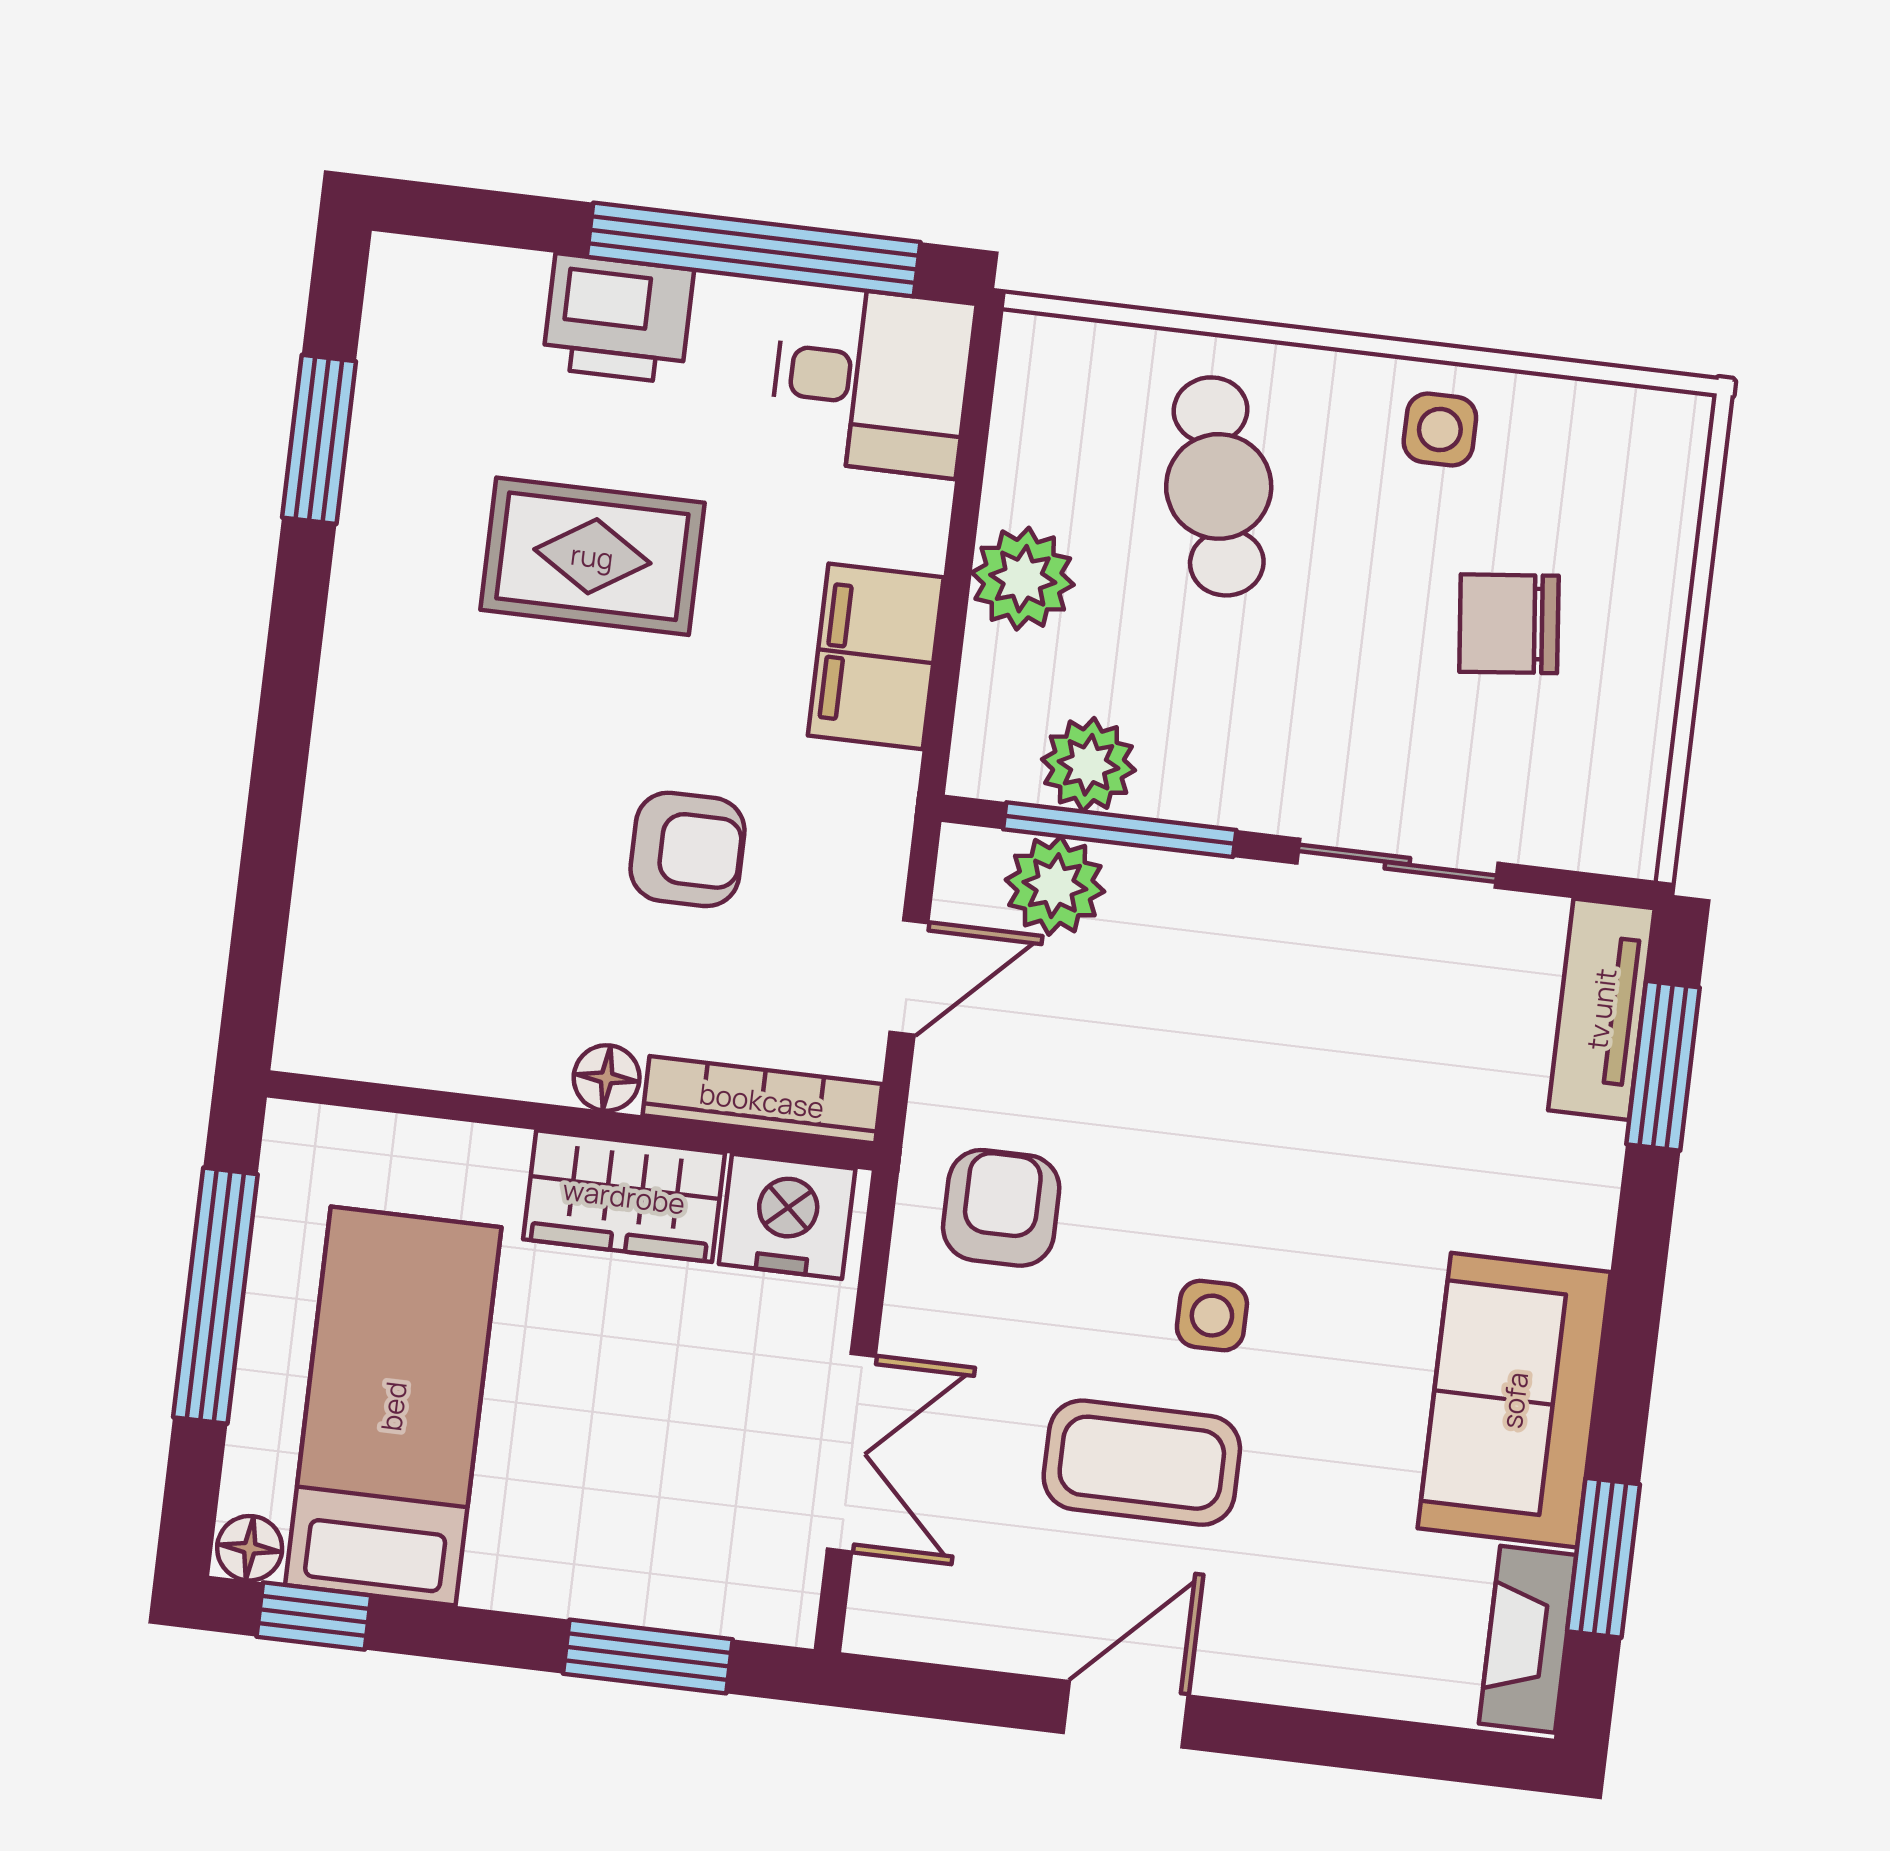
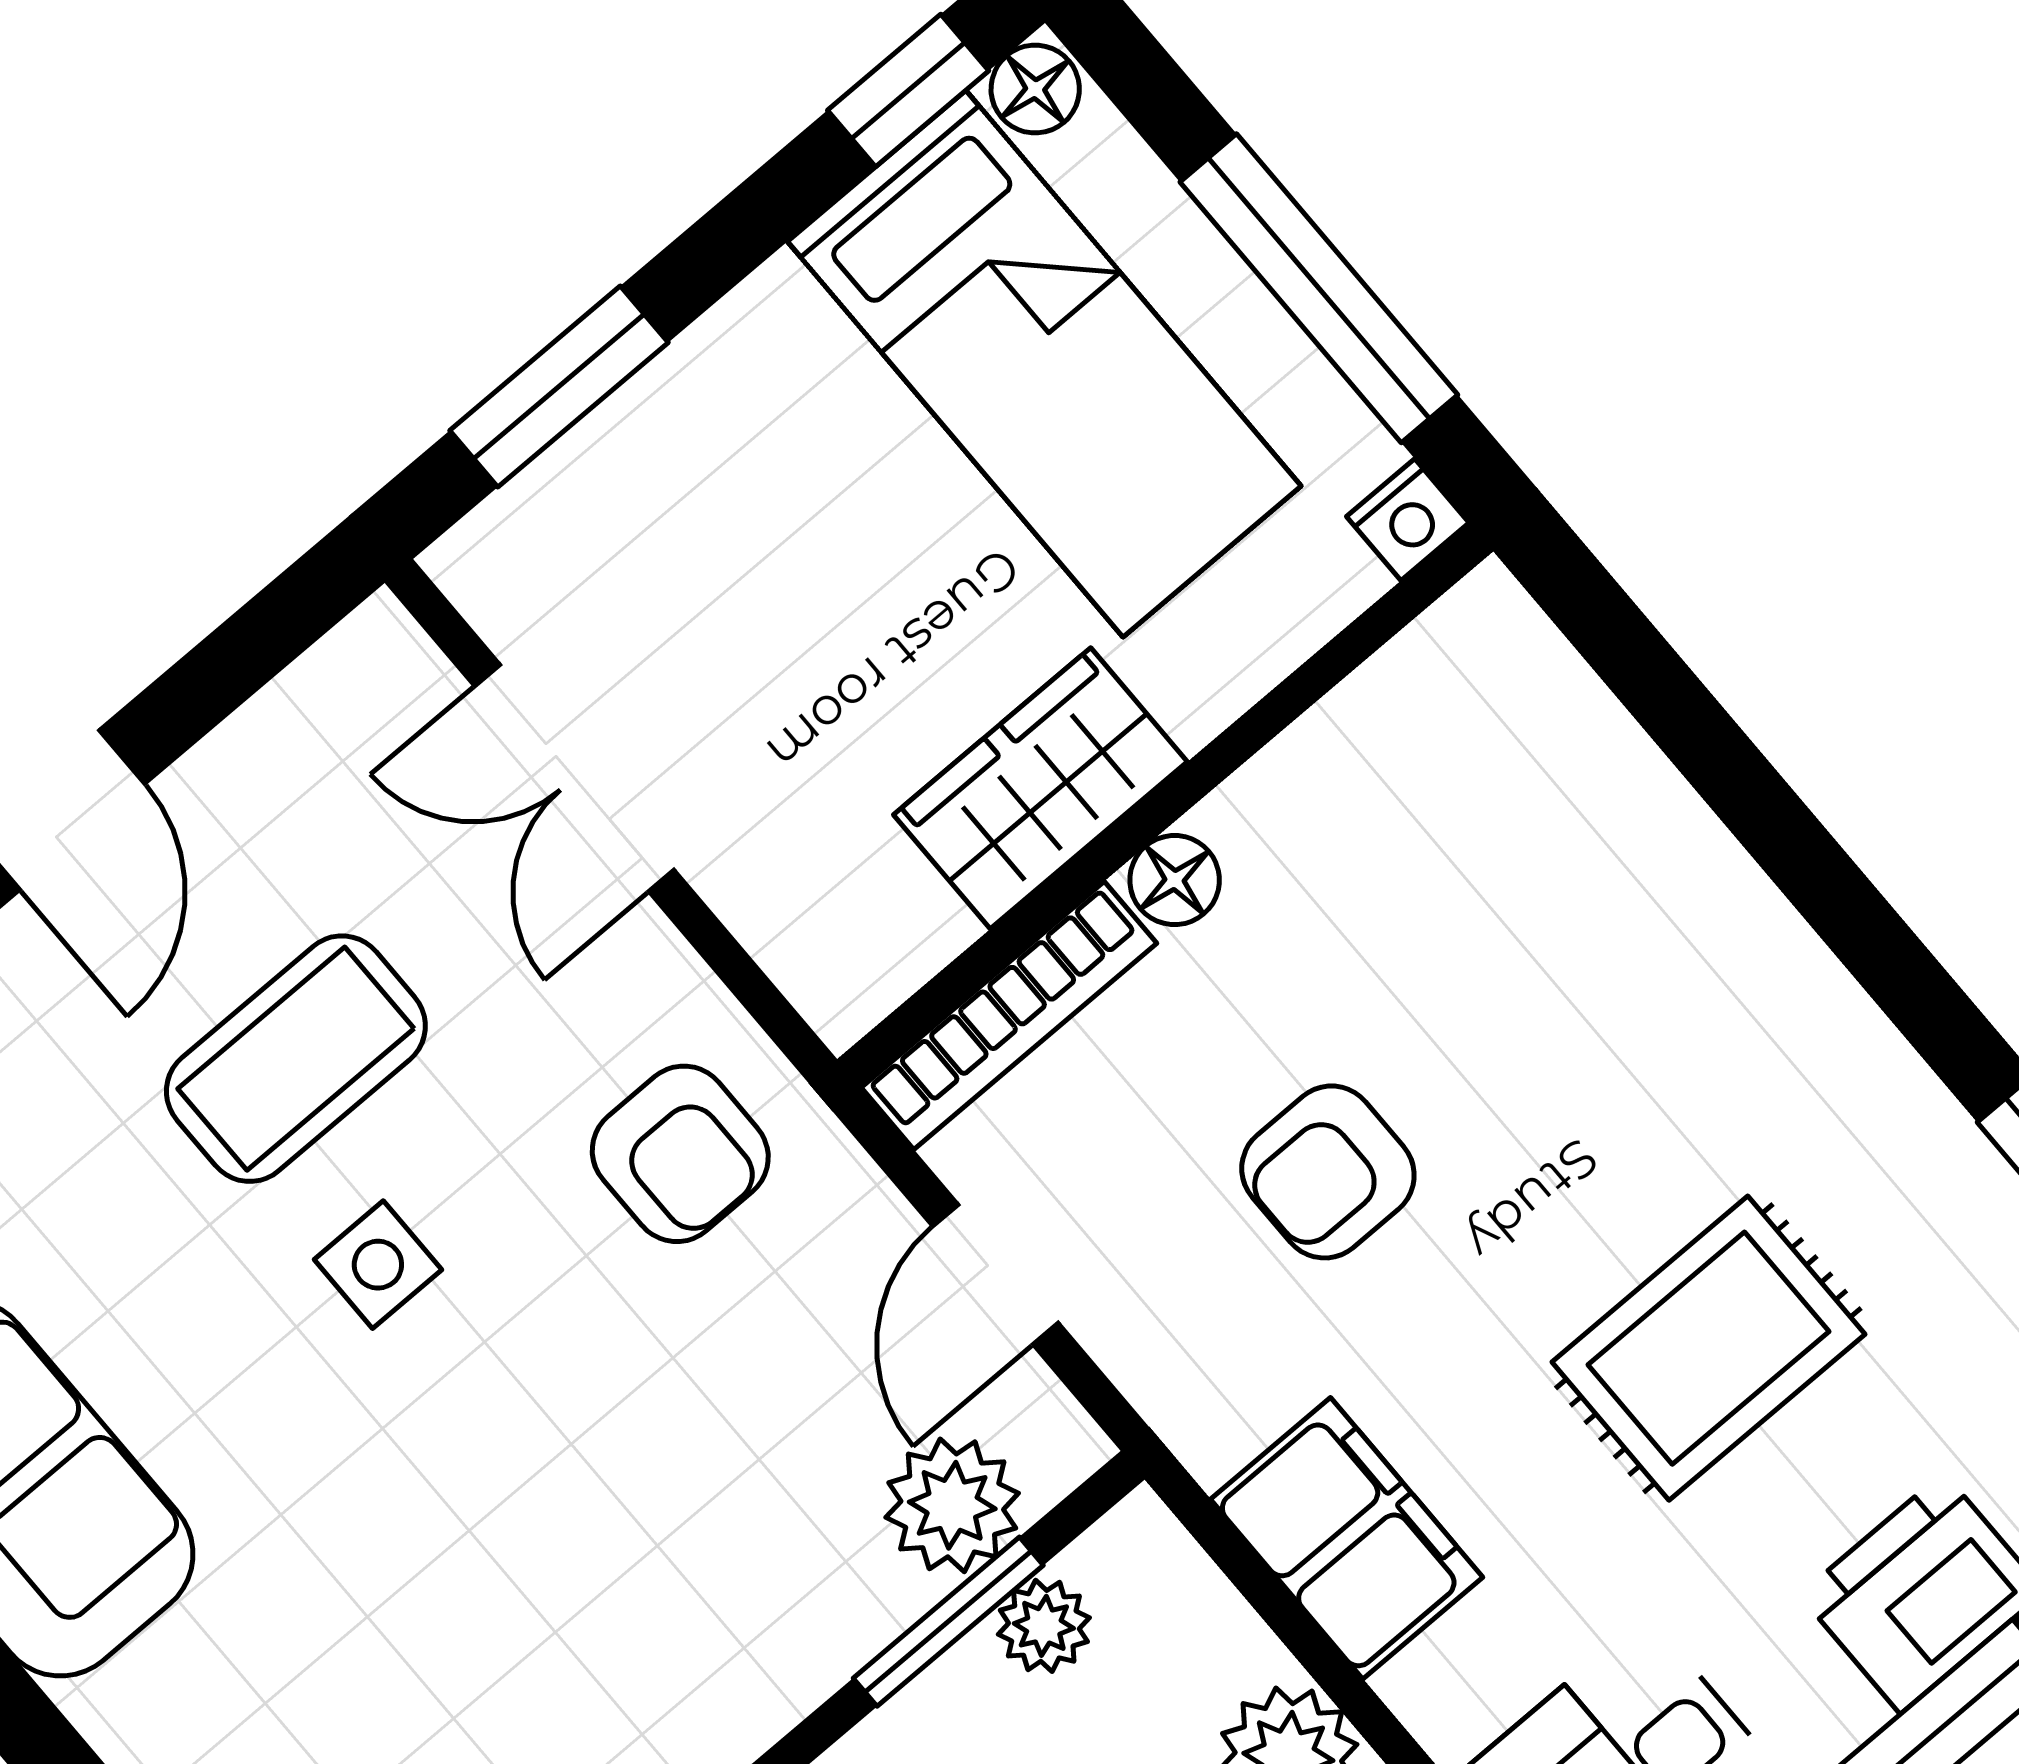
plant: (1088, 765) -> (1044, 1626), width x0.73, depth x0.73
window: (1120, 830) -> (948, 1622), width x0.69
nightstand: (787, 1216) -> (1408, 520), moved, width x0.53, depth x0.56

